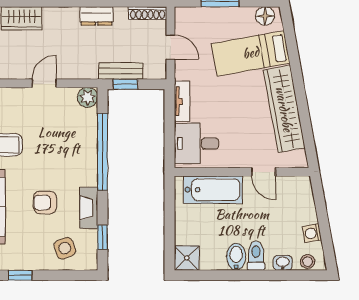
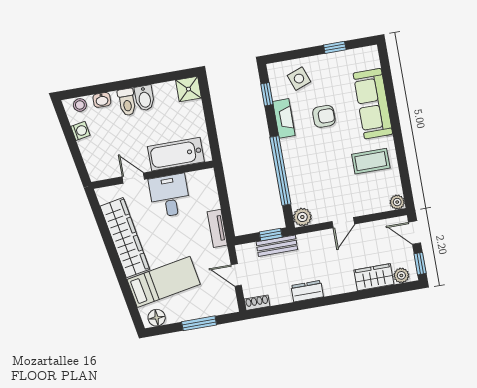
shoe rack: (147, 13) -> (257, 303), width x0.70
desk: (196, 143) -> (170, 196), moved, turned -90

